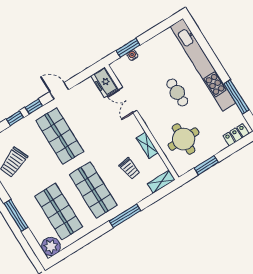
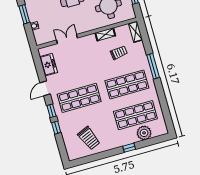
window: (128, 48) -> (24, 14), moved
freezer: (105, 82) -> (48, 65), moved, turned -90
double door: (128, 100) -> (67, 39), swing flipped
window: (16, 215) -> (129, 148), width x0.46
plant: (51, 246) -> (144, 133), moved

